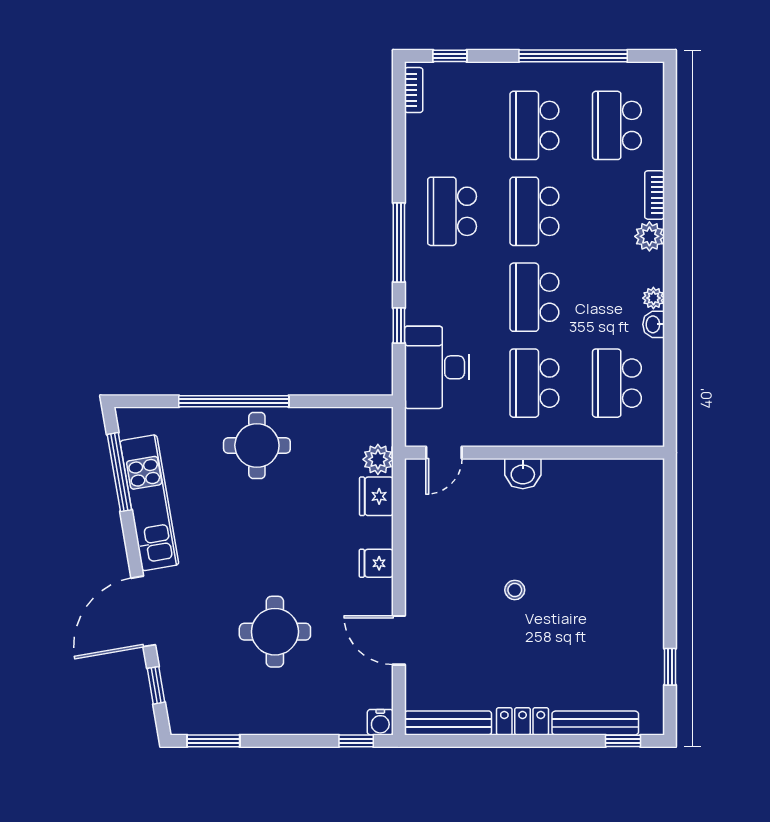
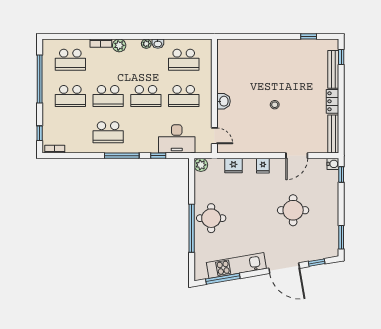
plant: (378, 459) -> (201, 165), moved

